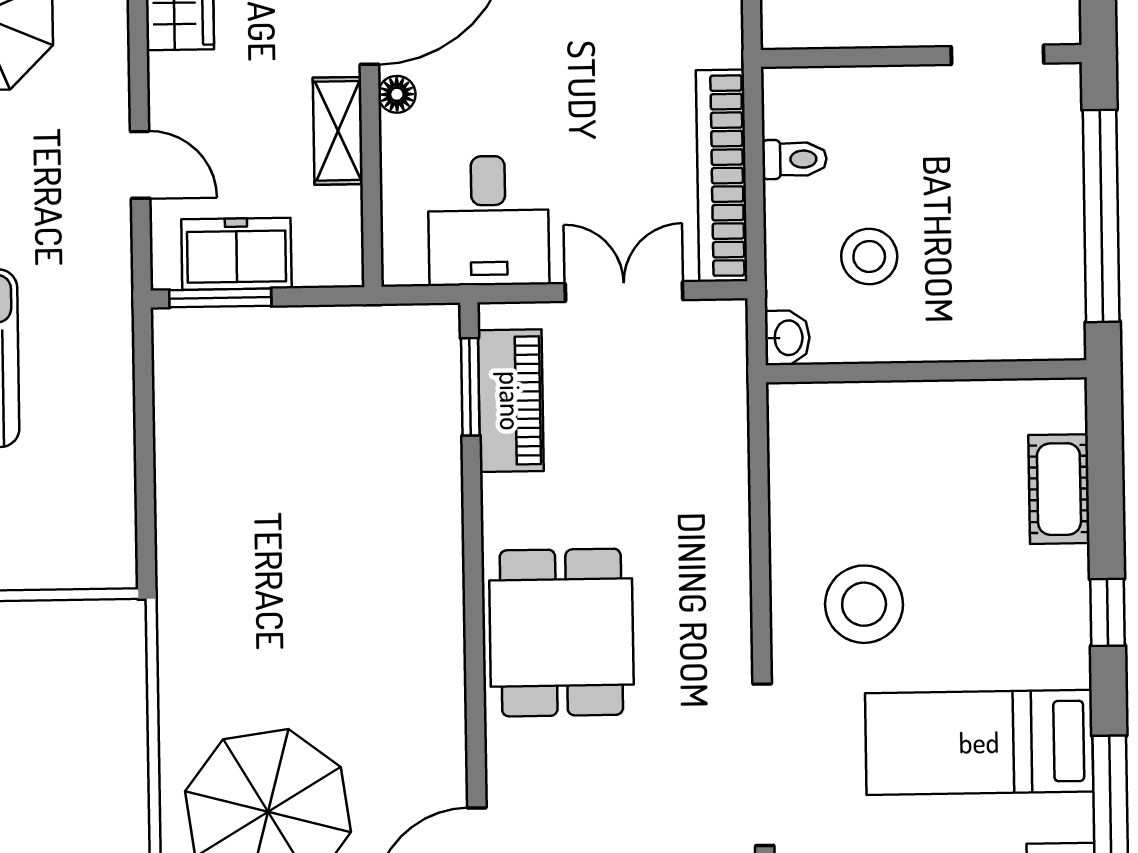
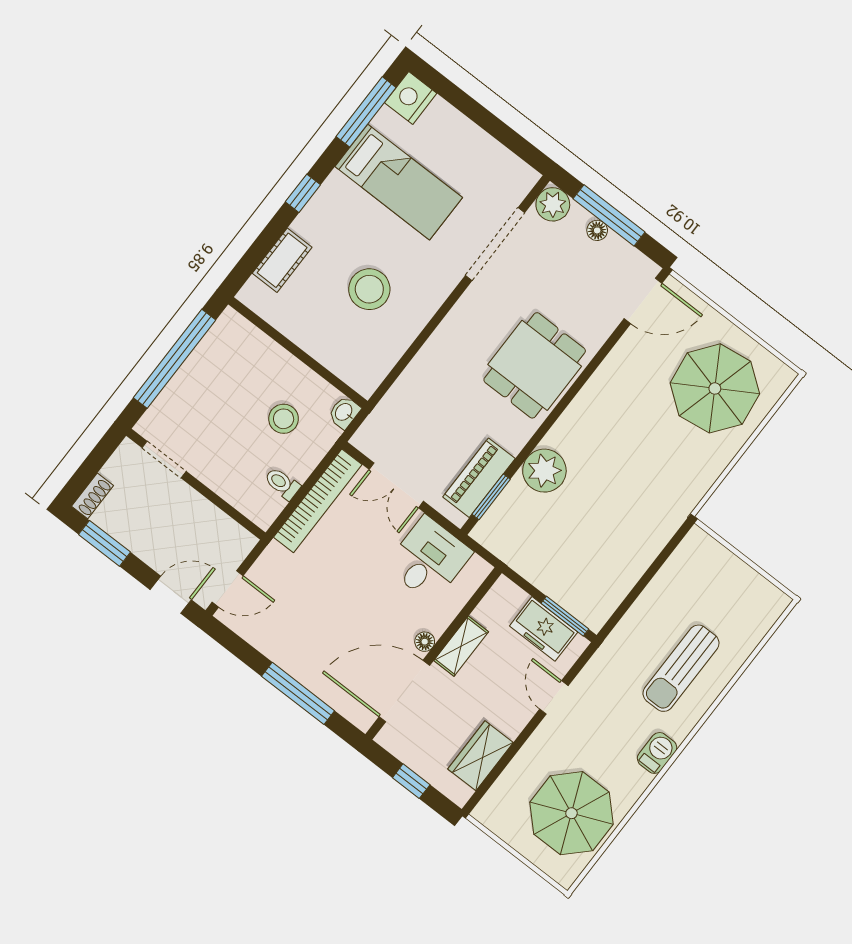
plant: (422, 489) -> (544, 471), added
stool: (864, 604) -> (369, 289), moved

